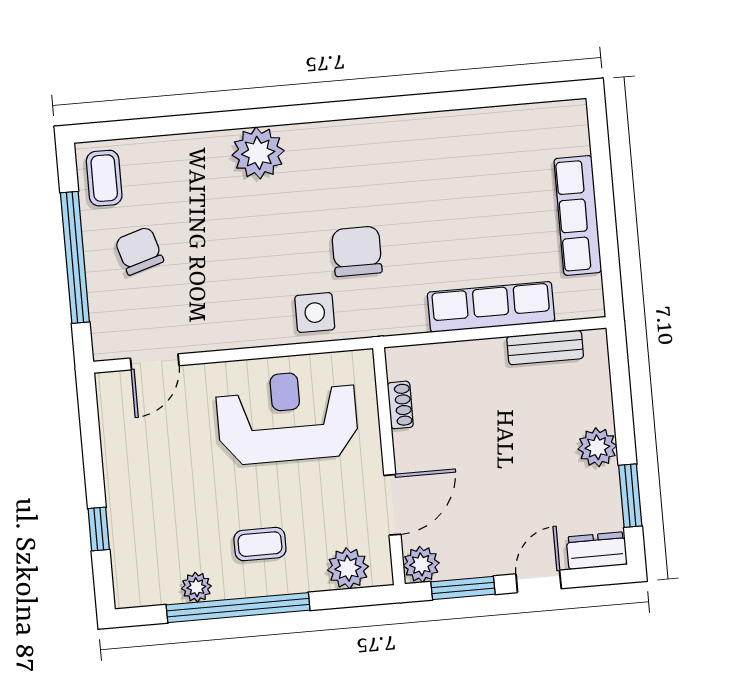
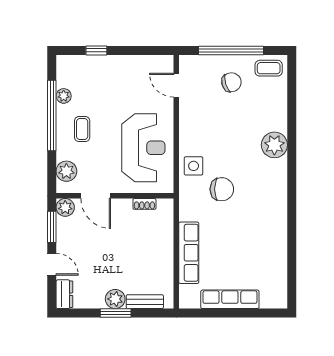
bench: (545, 347) -> (145, 302), moved, turned 90
window: (630, 496) -> (116, 313), moved

